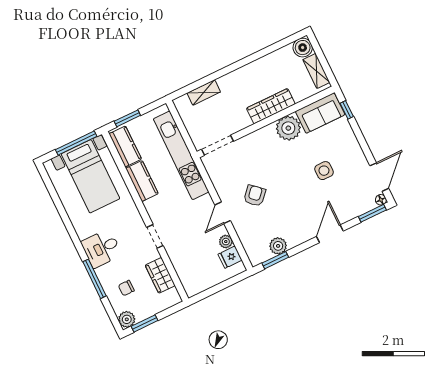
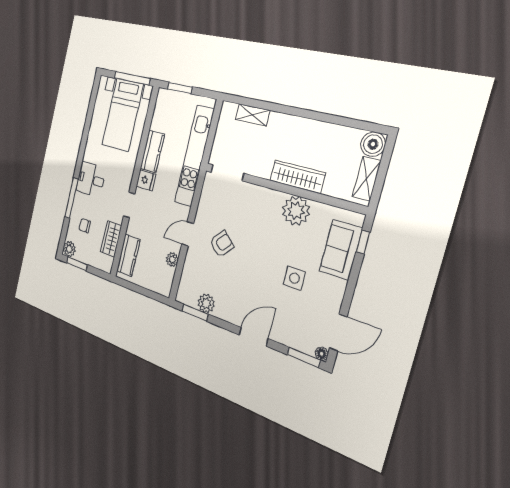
sofa: (320, 113) -> (341, 250), moved, turned 90
kitchen counter: (125, 146) -> (128, 255), moved
fridge: (230, 257) -> (146, 180), moved, turned 180

